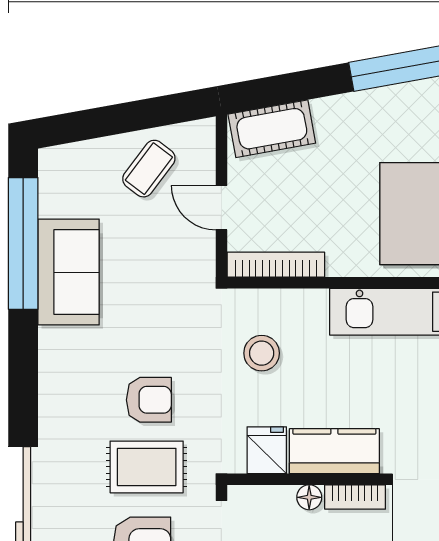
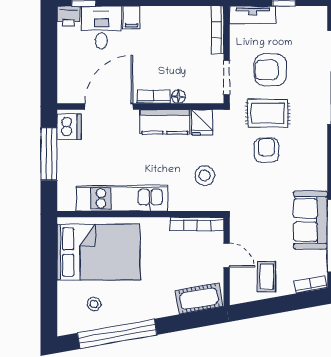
bookcase: (69, 155) -> (310, 284), added
coffee table: (149, 169) -> (266, 277), turned -37
armchair: (149, 400) -> (266, 150), turned 90

